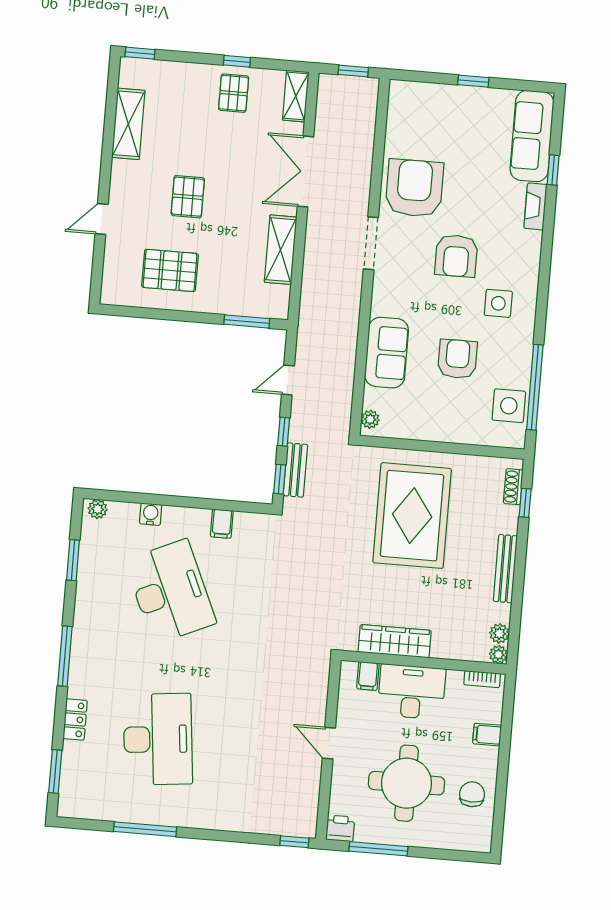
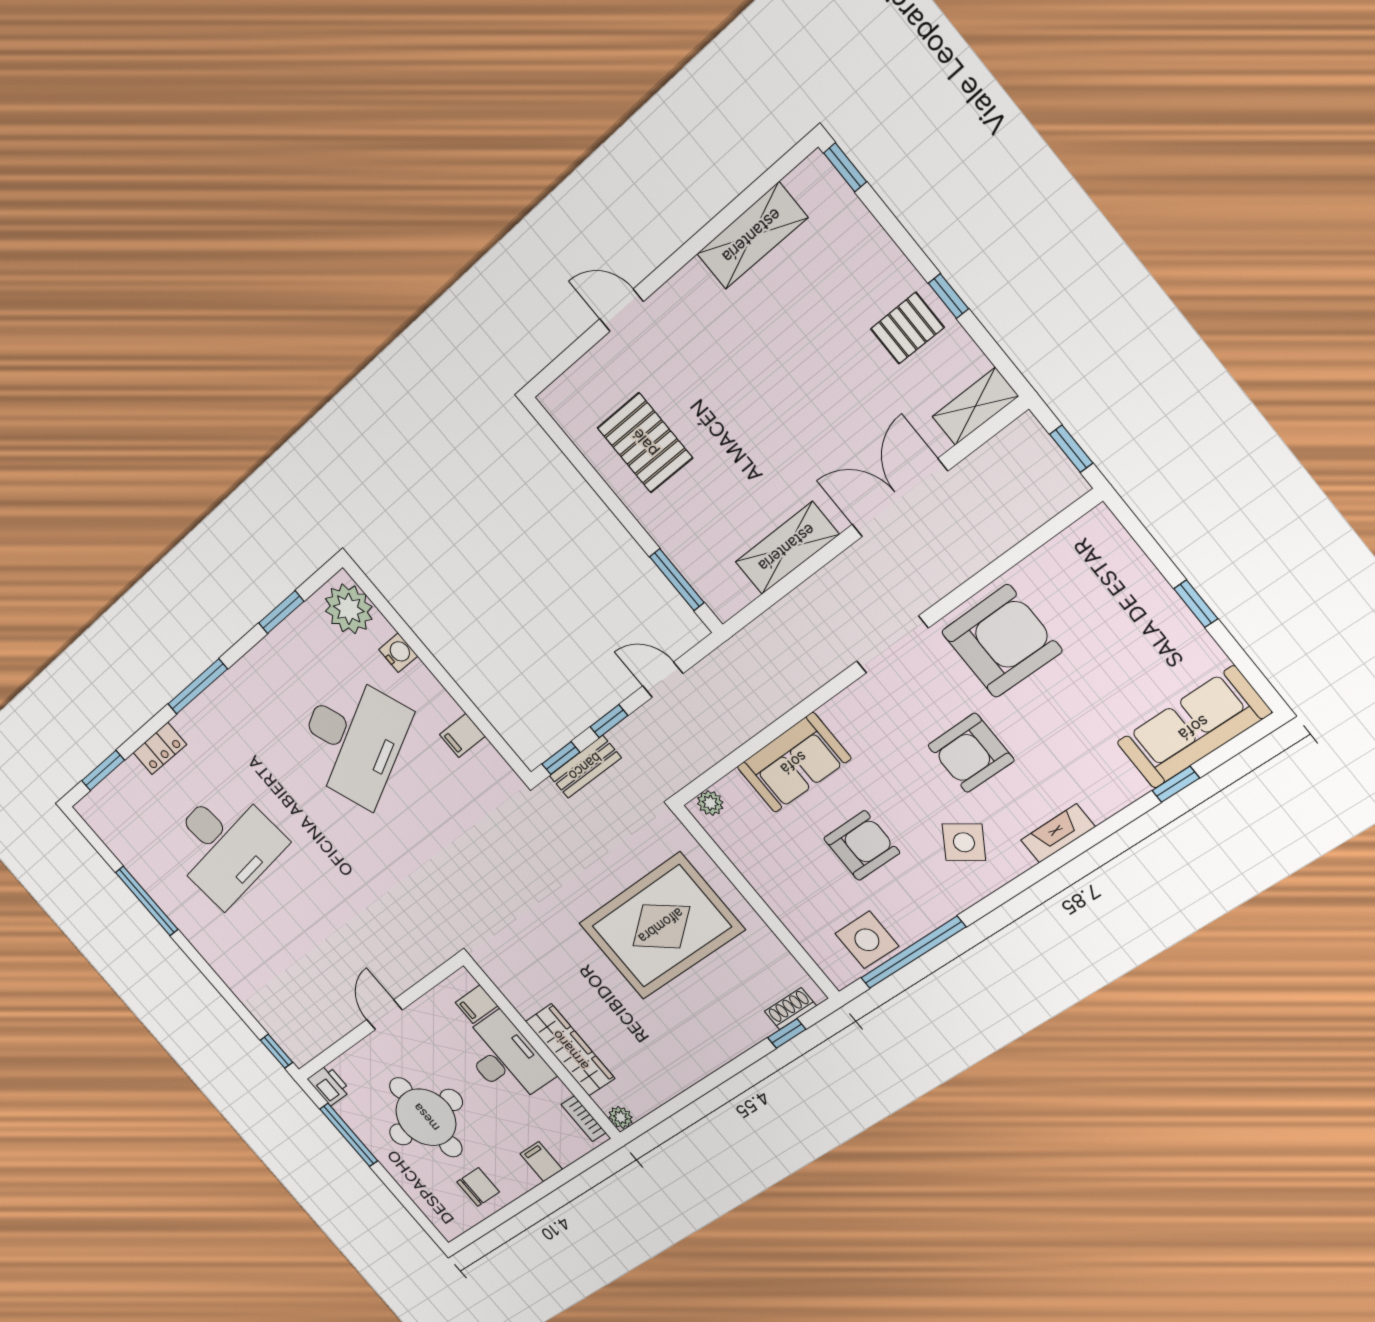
pallet: (188, 197) -> (741, 387), removed
fireplace: (535, 206) -> (1058, 833), moved
side table: (498, 303) -> (964, 842), turned 34
plant: (98, 509) -> (349, 609), width x1.87, depth x1.87
bench: (505, 569) -> (705, 1062), removed
plant: (499, 633) -> (640, 1103), removed
wardrobe: (395, 641) -> (570, 1050), moved

